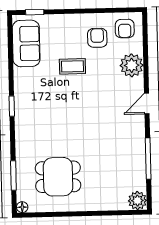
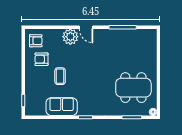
sofa: (26, 43) -> (62, 107), moved
plant: (132, 65) -> (70, 37), moved
dining table: (58, 177) -> (133, 88), width x1.38
plant: (137, 201) -> (151, 35), removed

